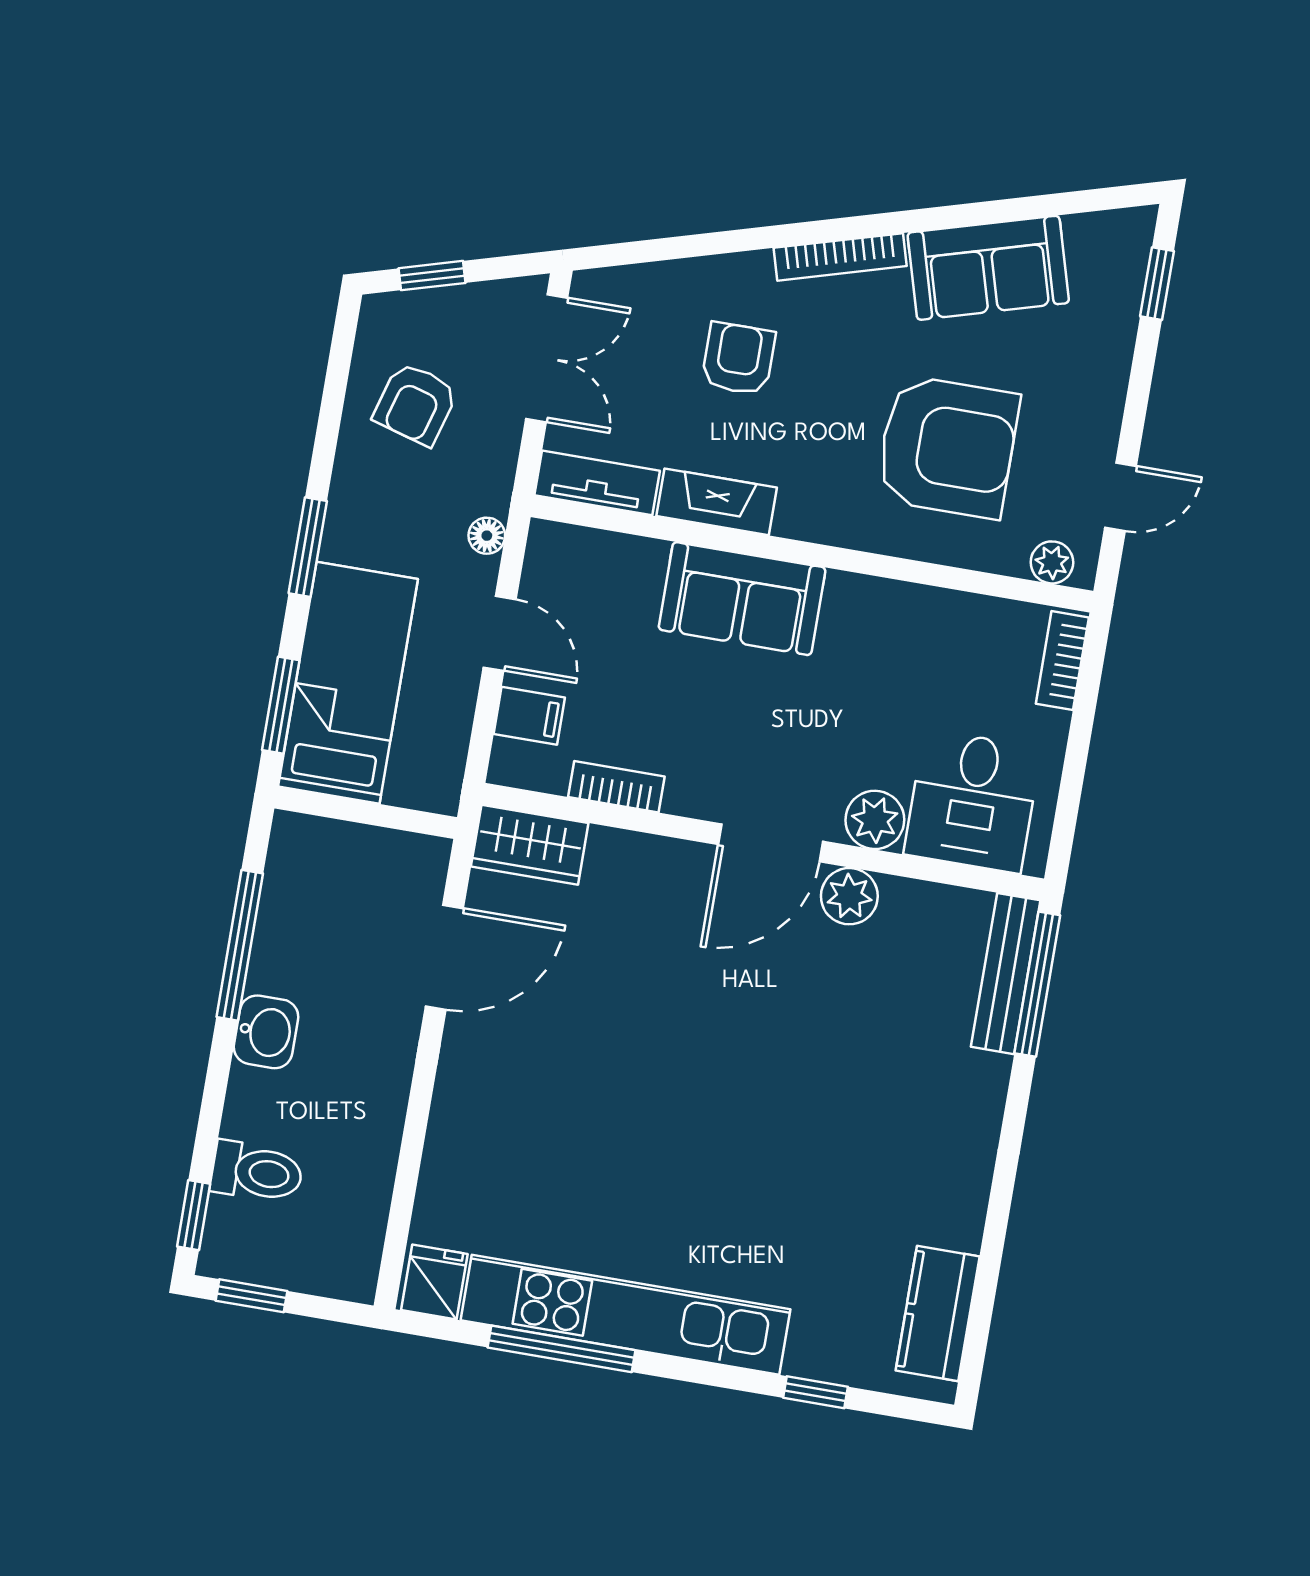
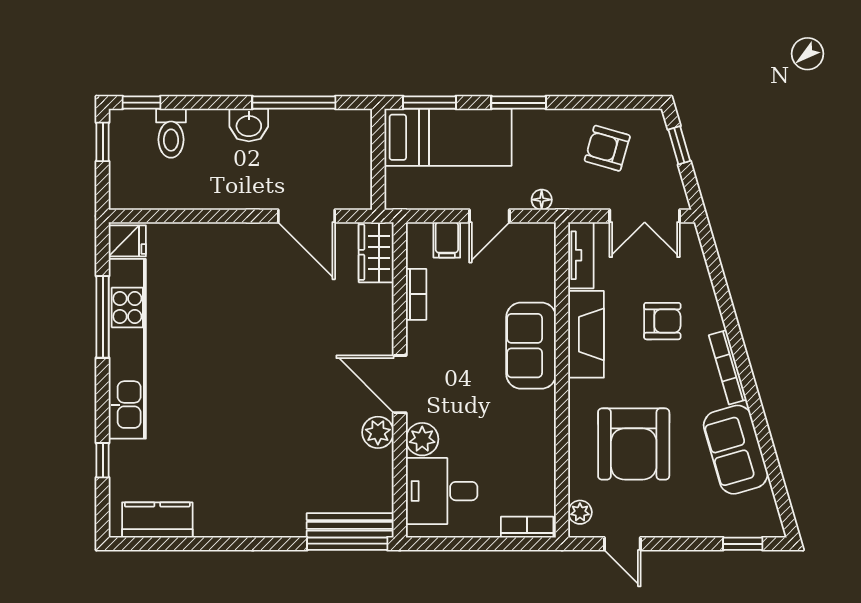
fireplace: (717, 502) -> (586, 334), width x1.37, depth x1.32

